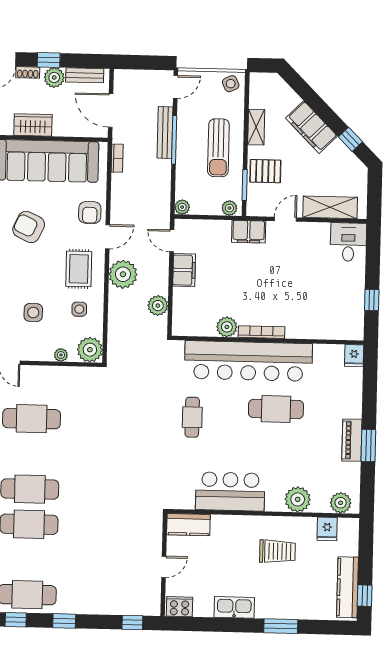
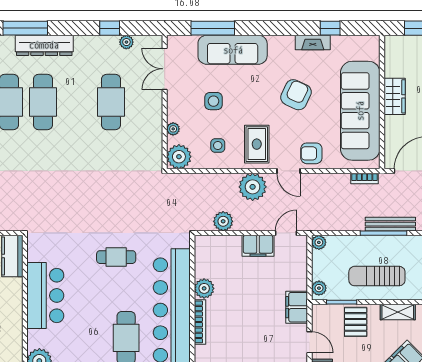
rug: (79, 269) -> (257, 144), turned 90

